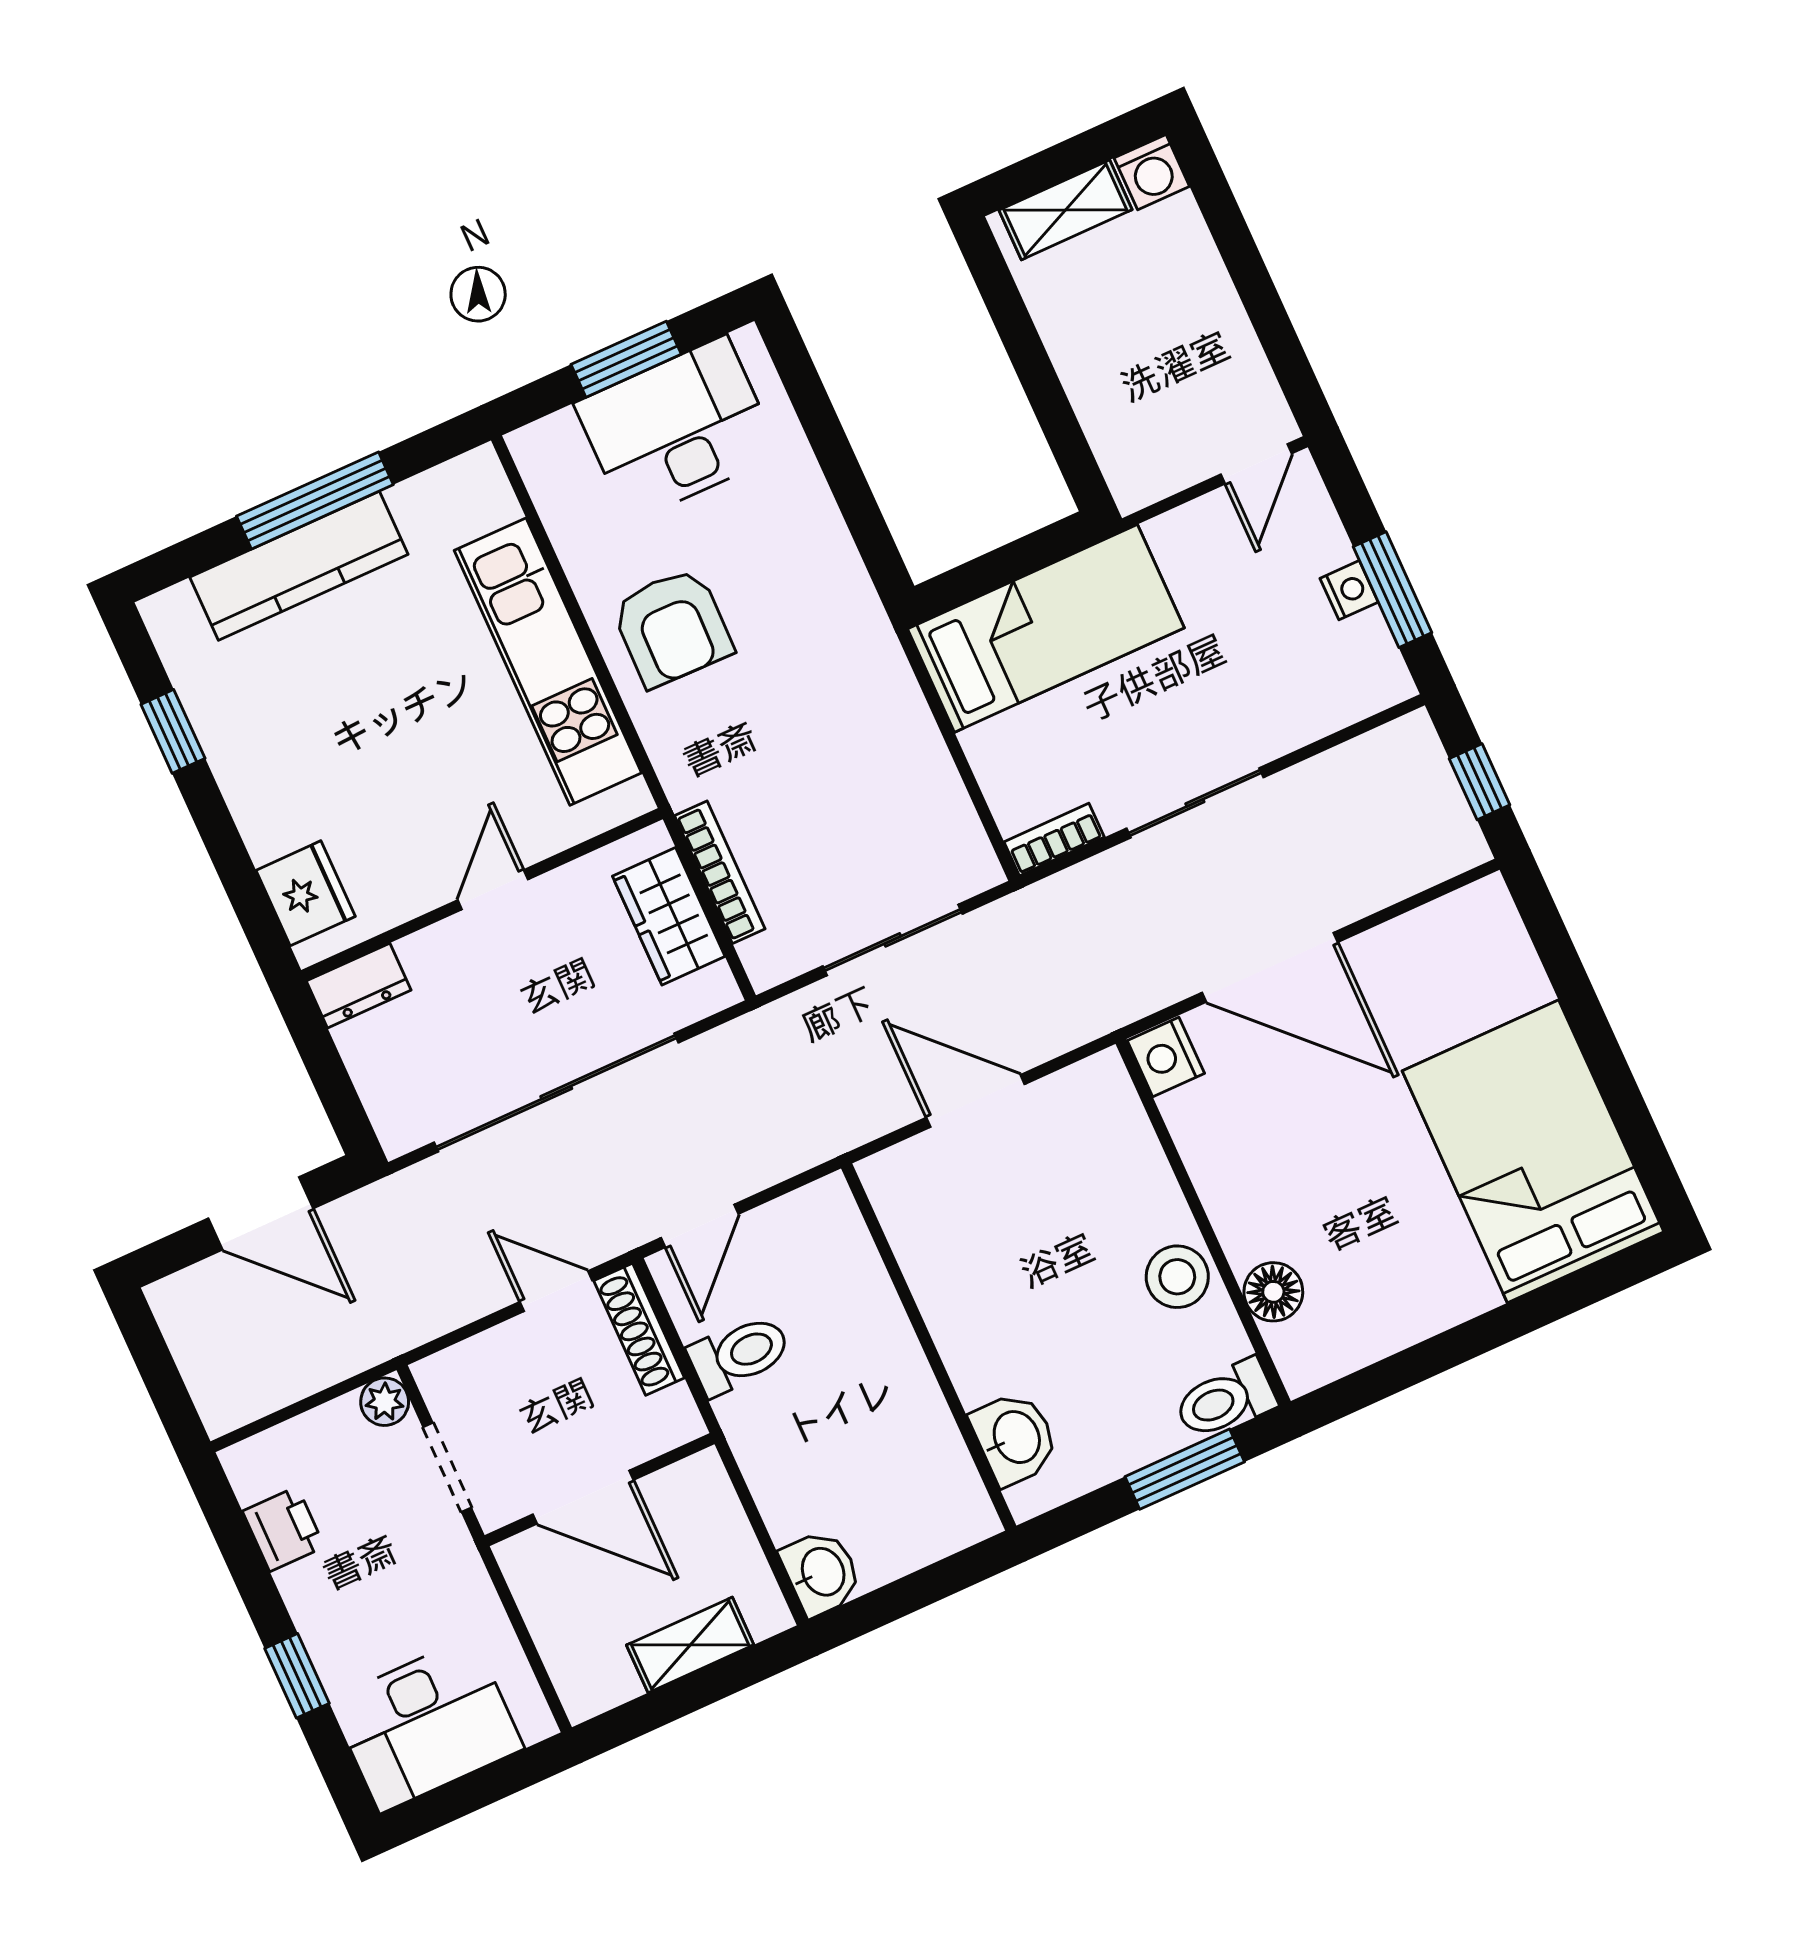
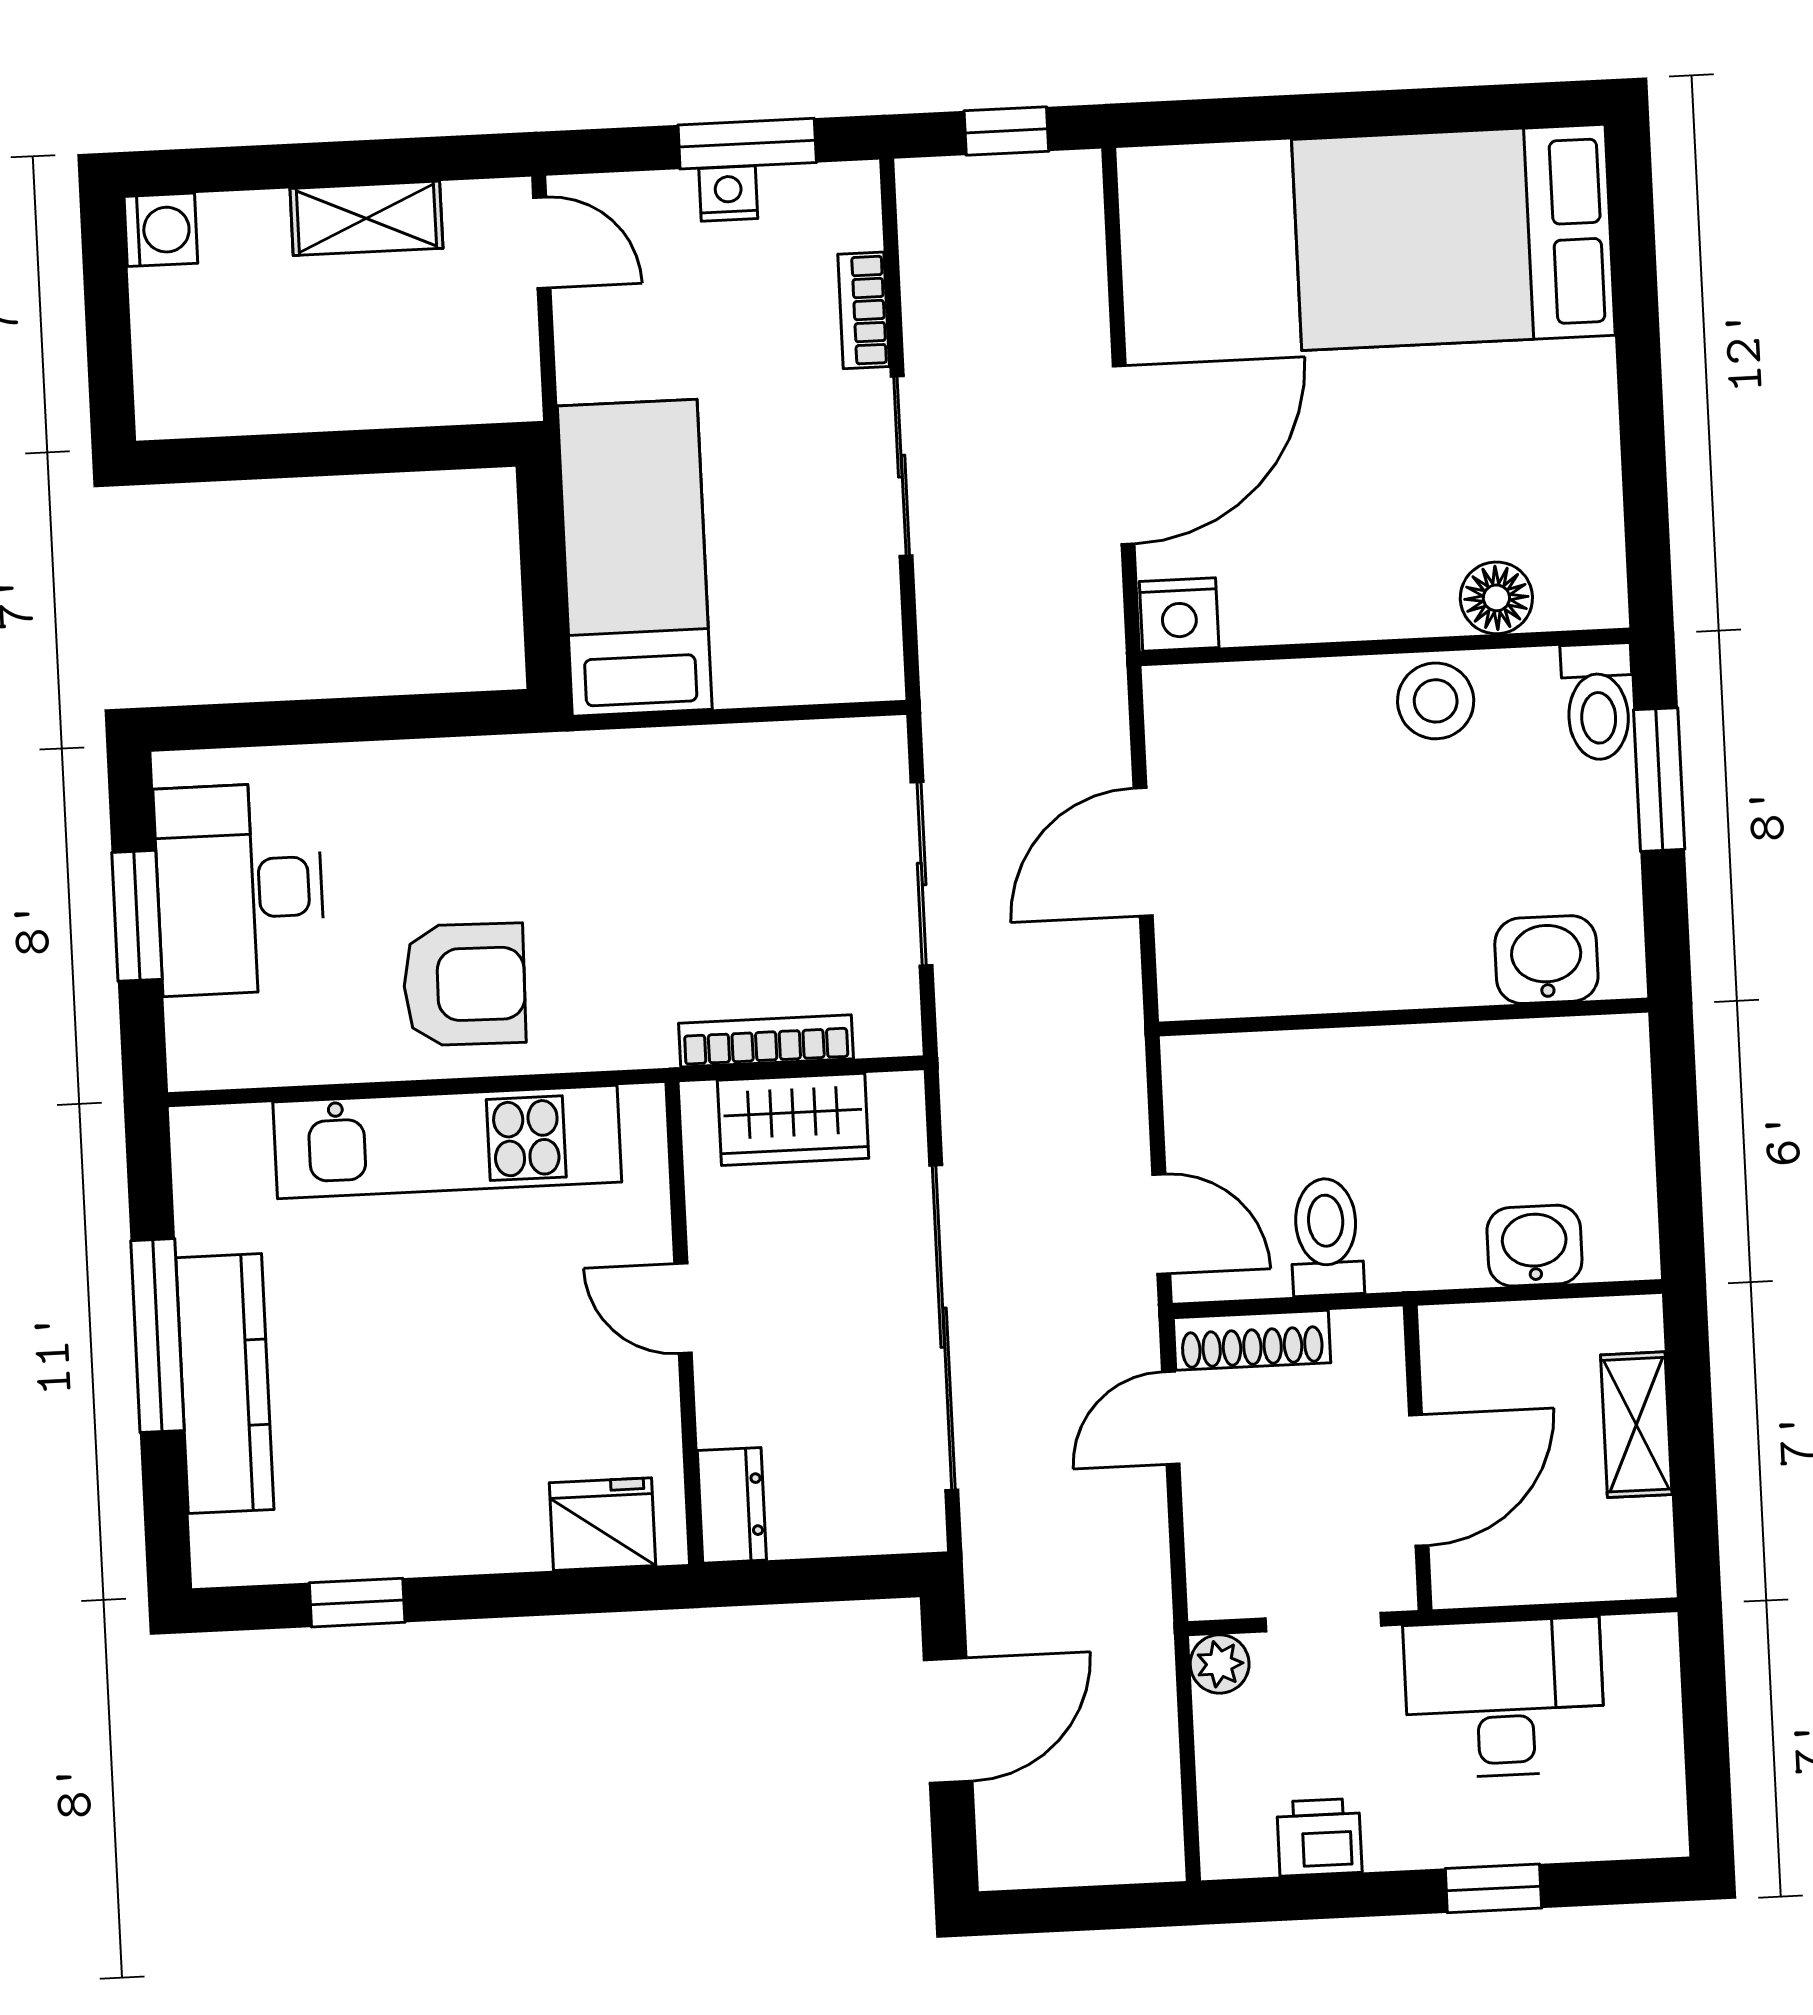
shelving: (1065, 210) -> (366, 218), moved, turned 90
bookcase: (1054, 840) -> (864, 310), moved
washbasin: (821, 1572) -> (1534, 1246), moved
desk: (427, 1724) -> (1504, 1698), moved, turned -90

